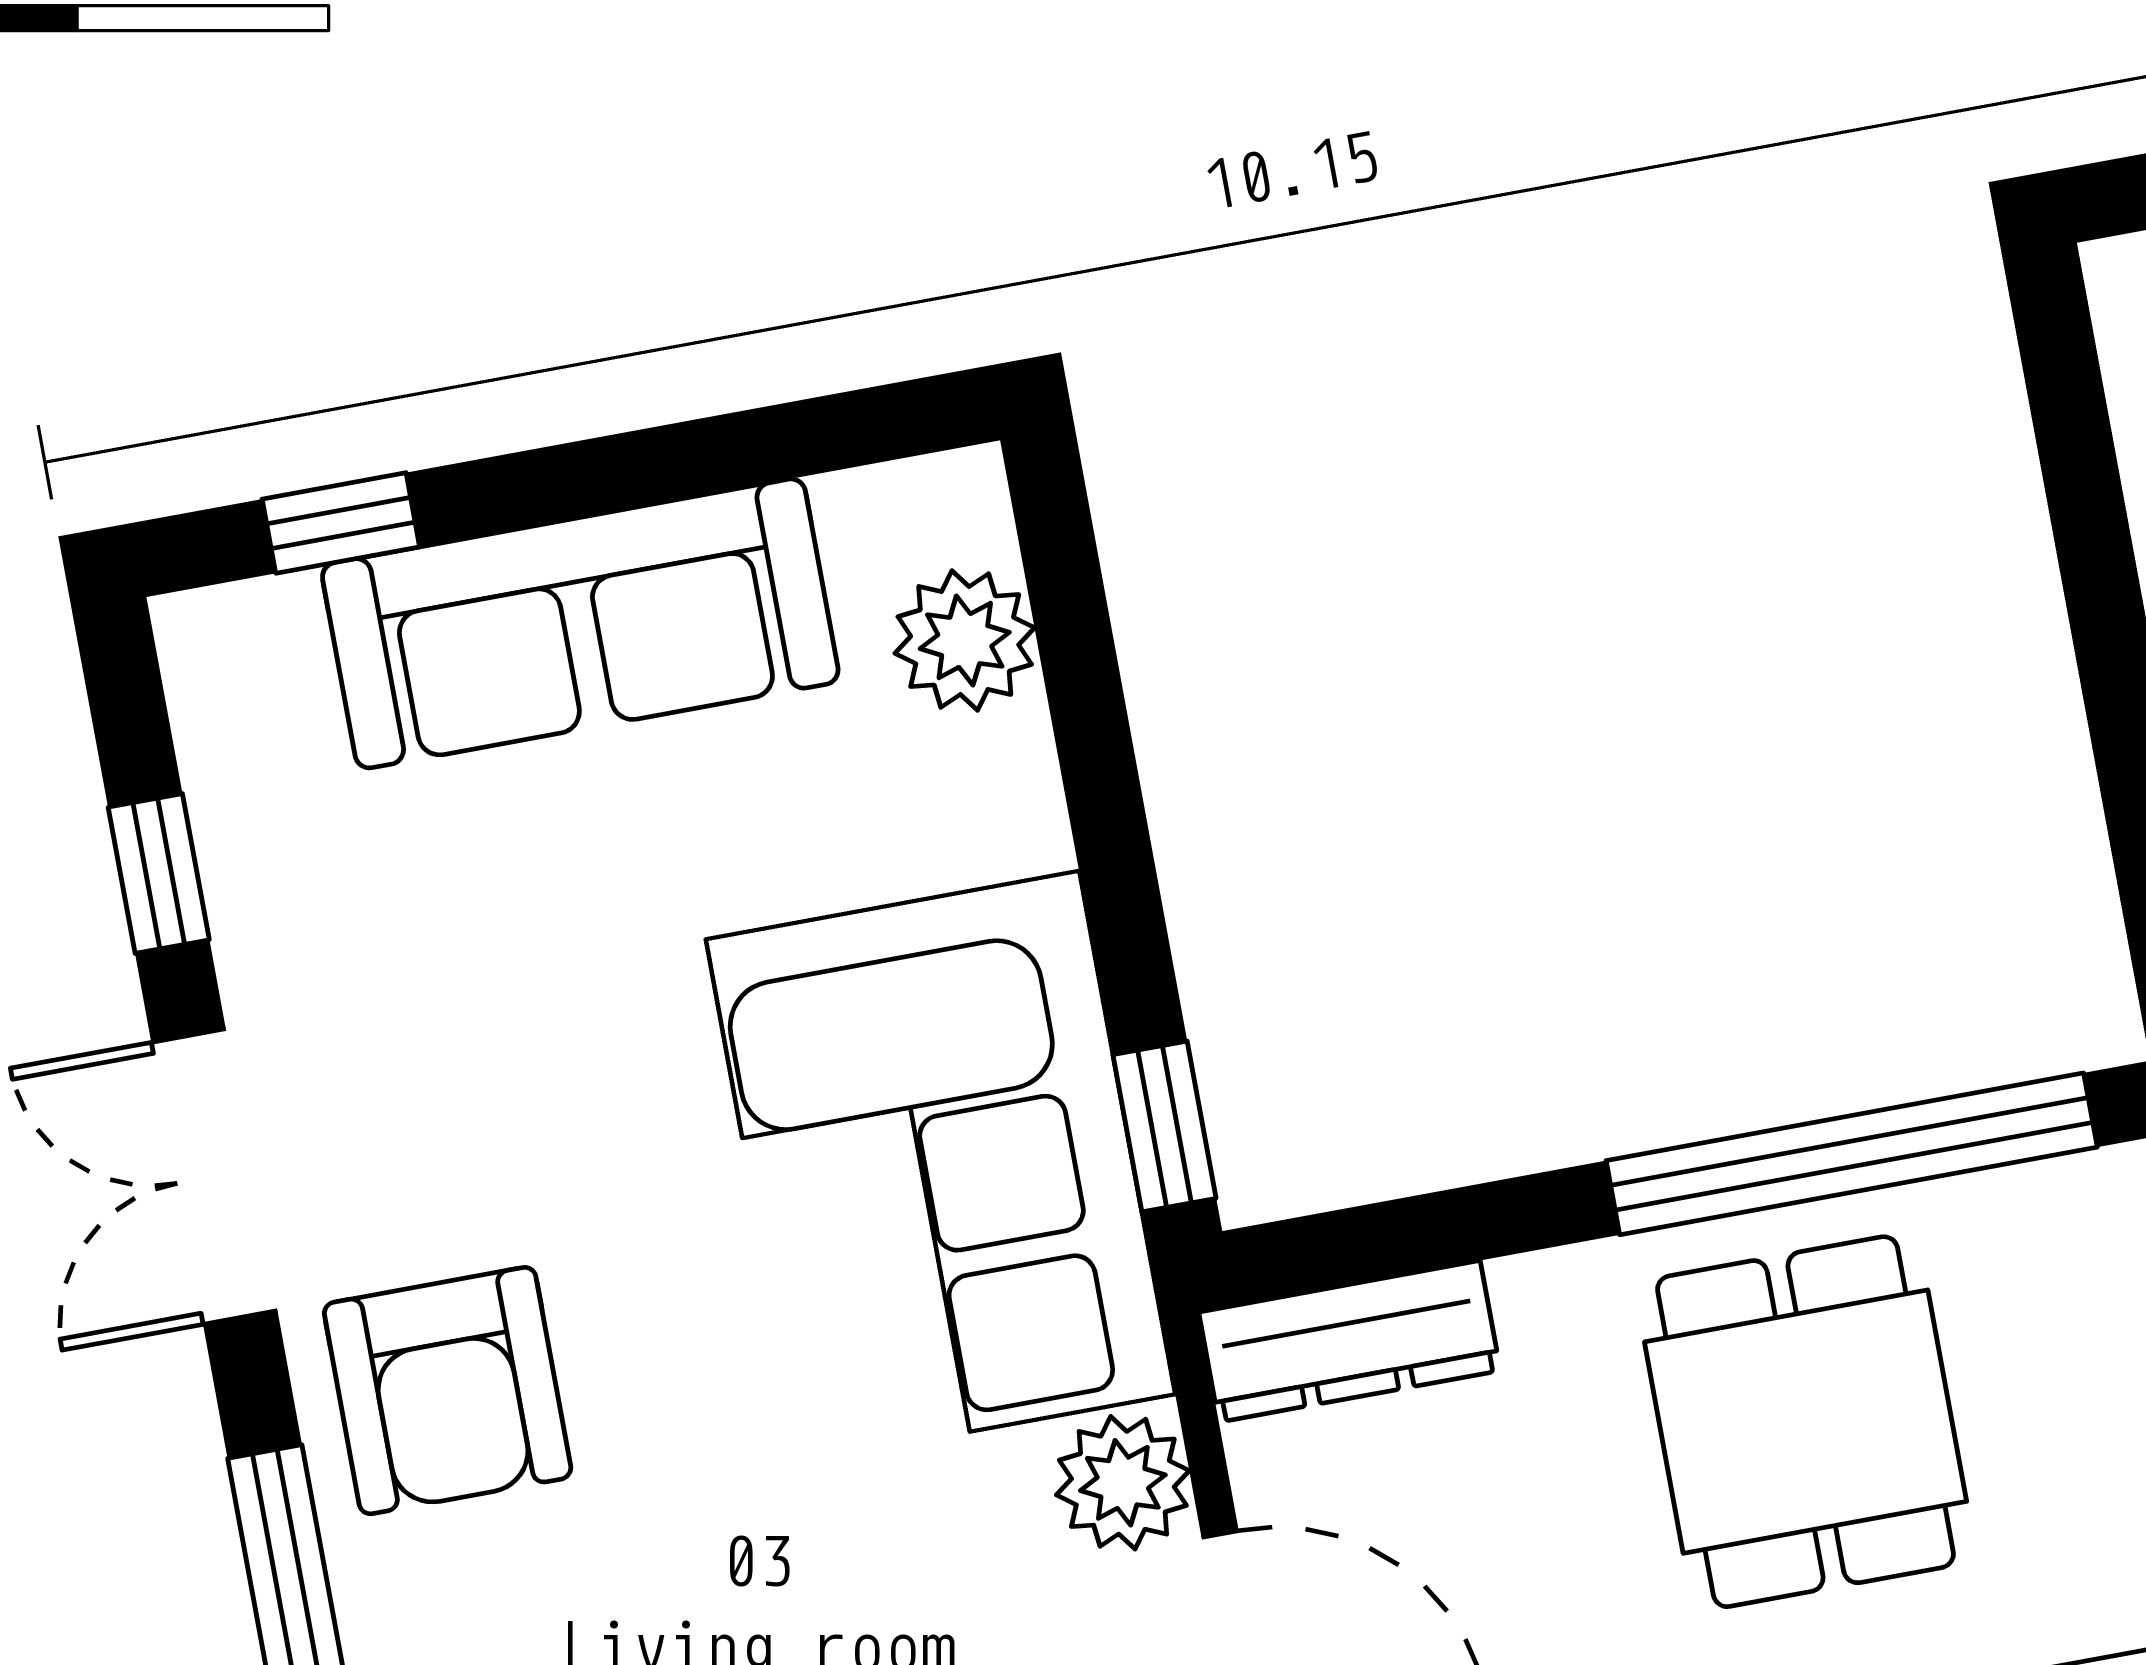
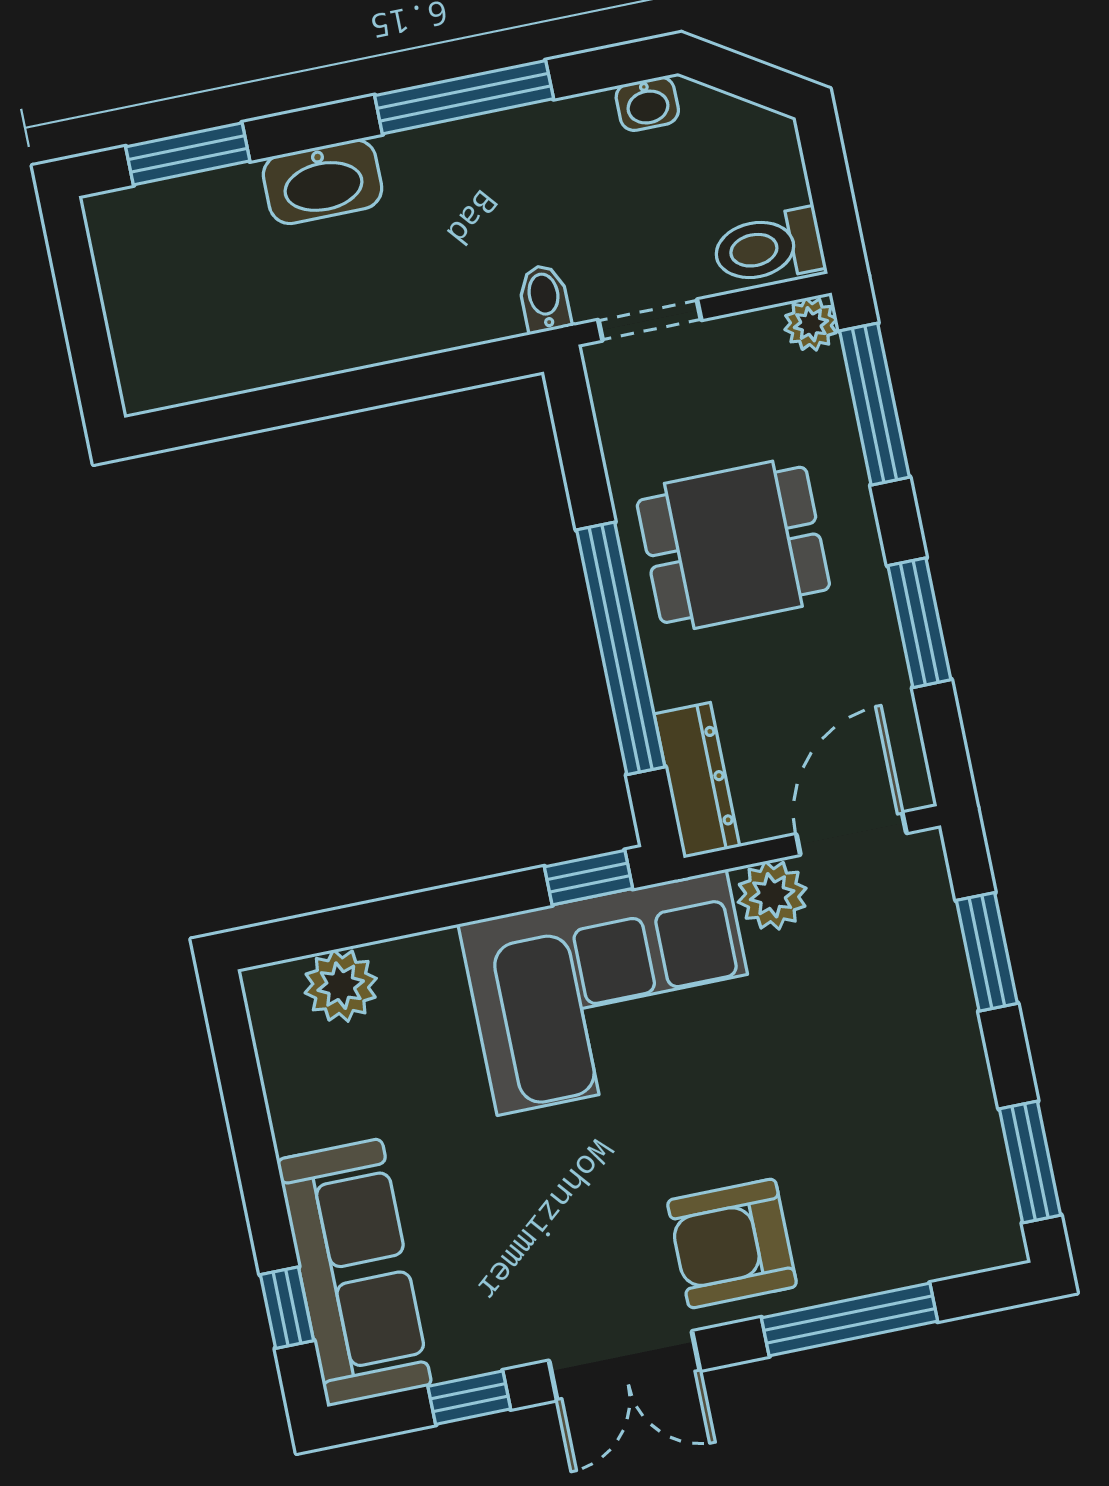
sofa: (580, 623) -> (354, 1272), moved
window: (1852, 1154) -> (621, 648), moved
armchair: (448, 1391) -> (732, 1243), turned 180

